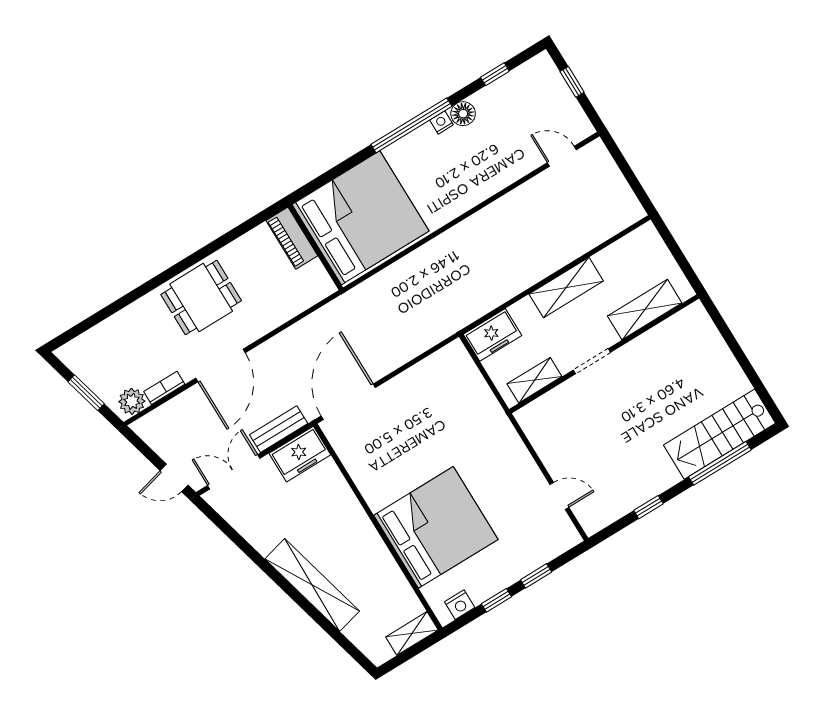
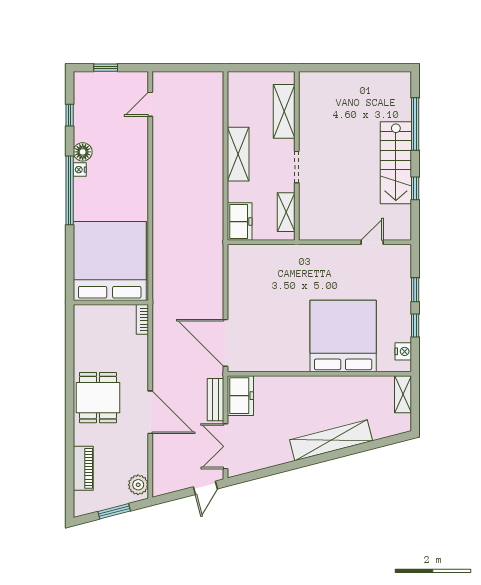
piano: (292, 238) -> (83, 468), moved, turned -90
bookcase: (164, 388) -> (142, 319), moved
stairs: (719, 434) -> (396, 163), moved

